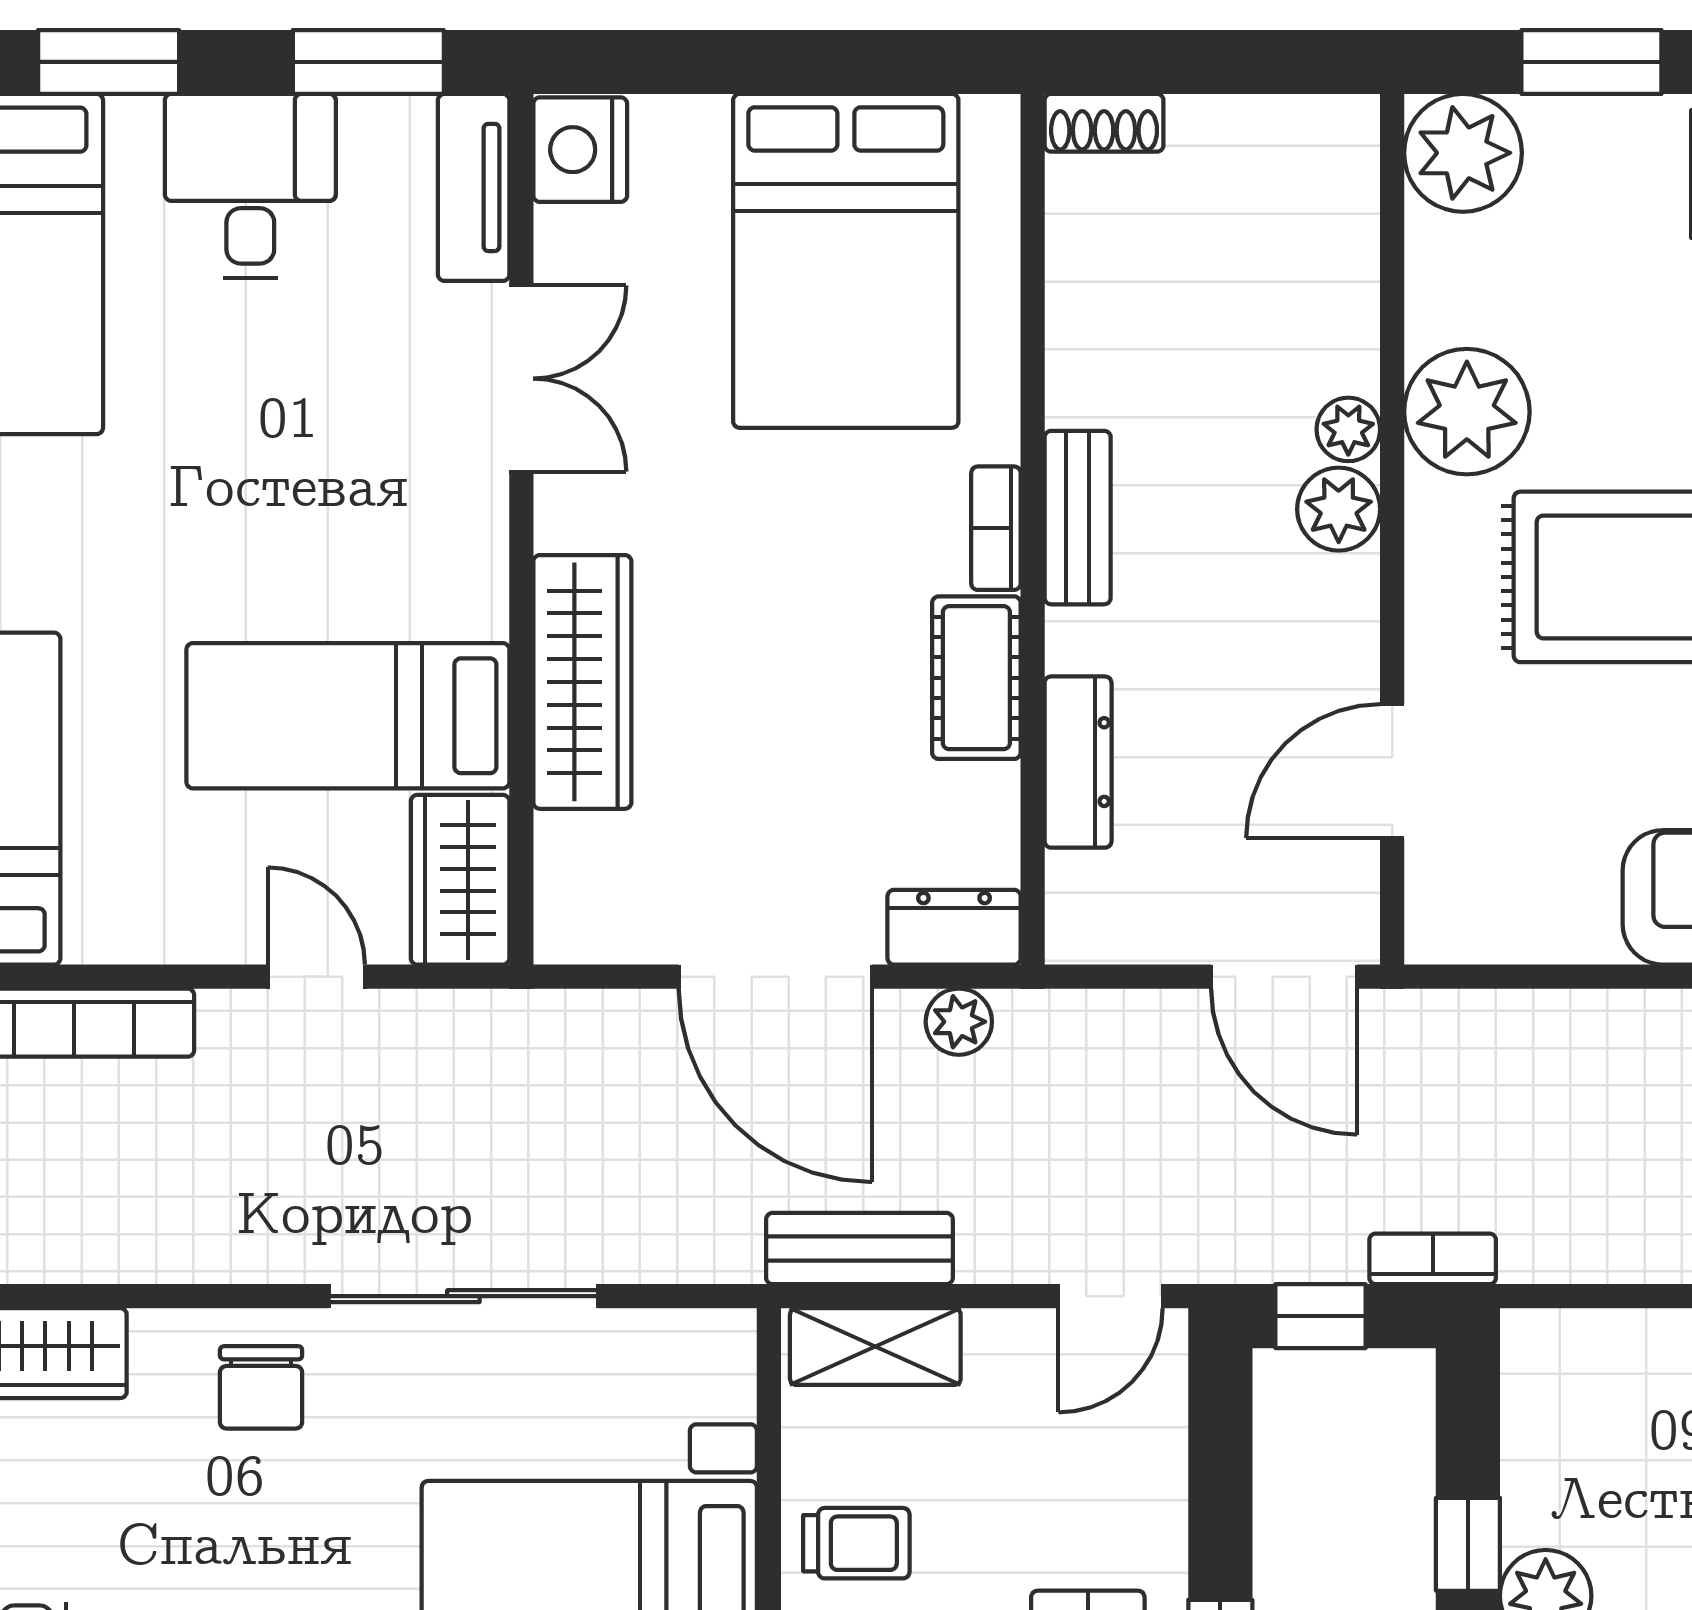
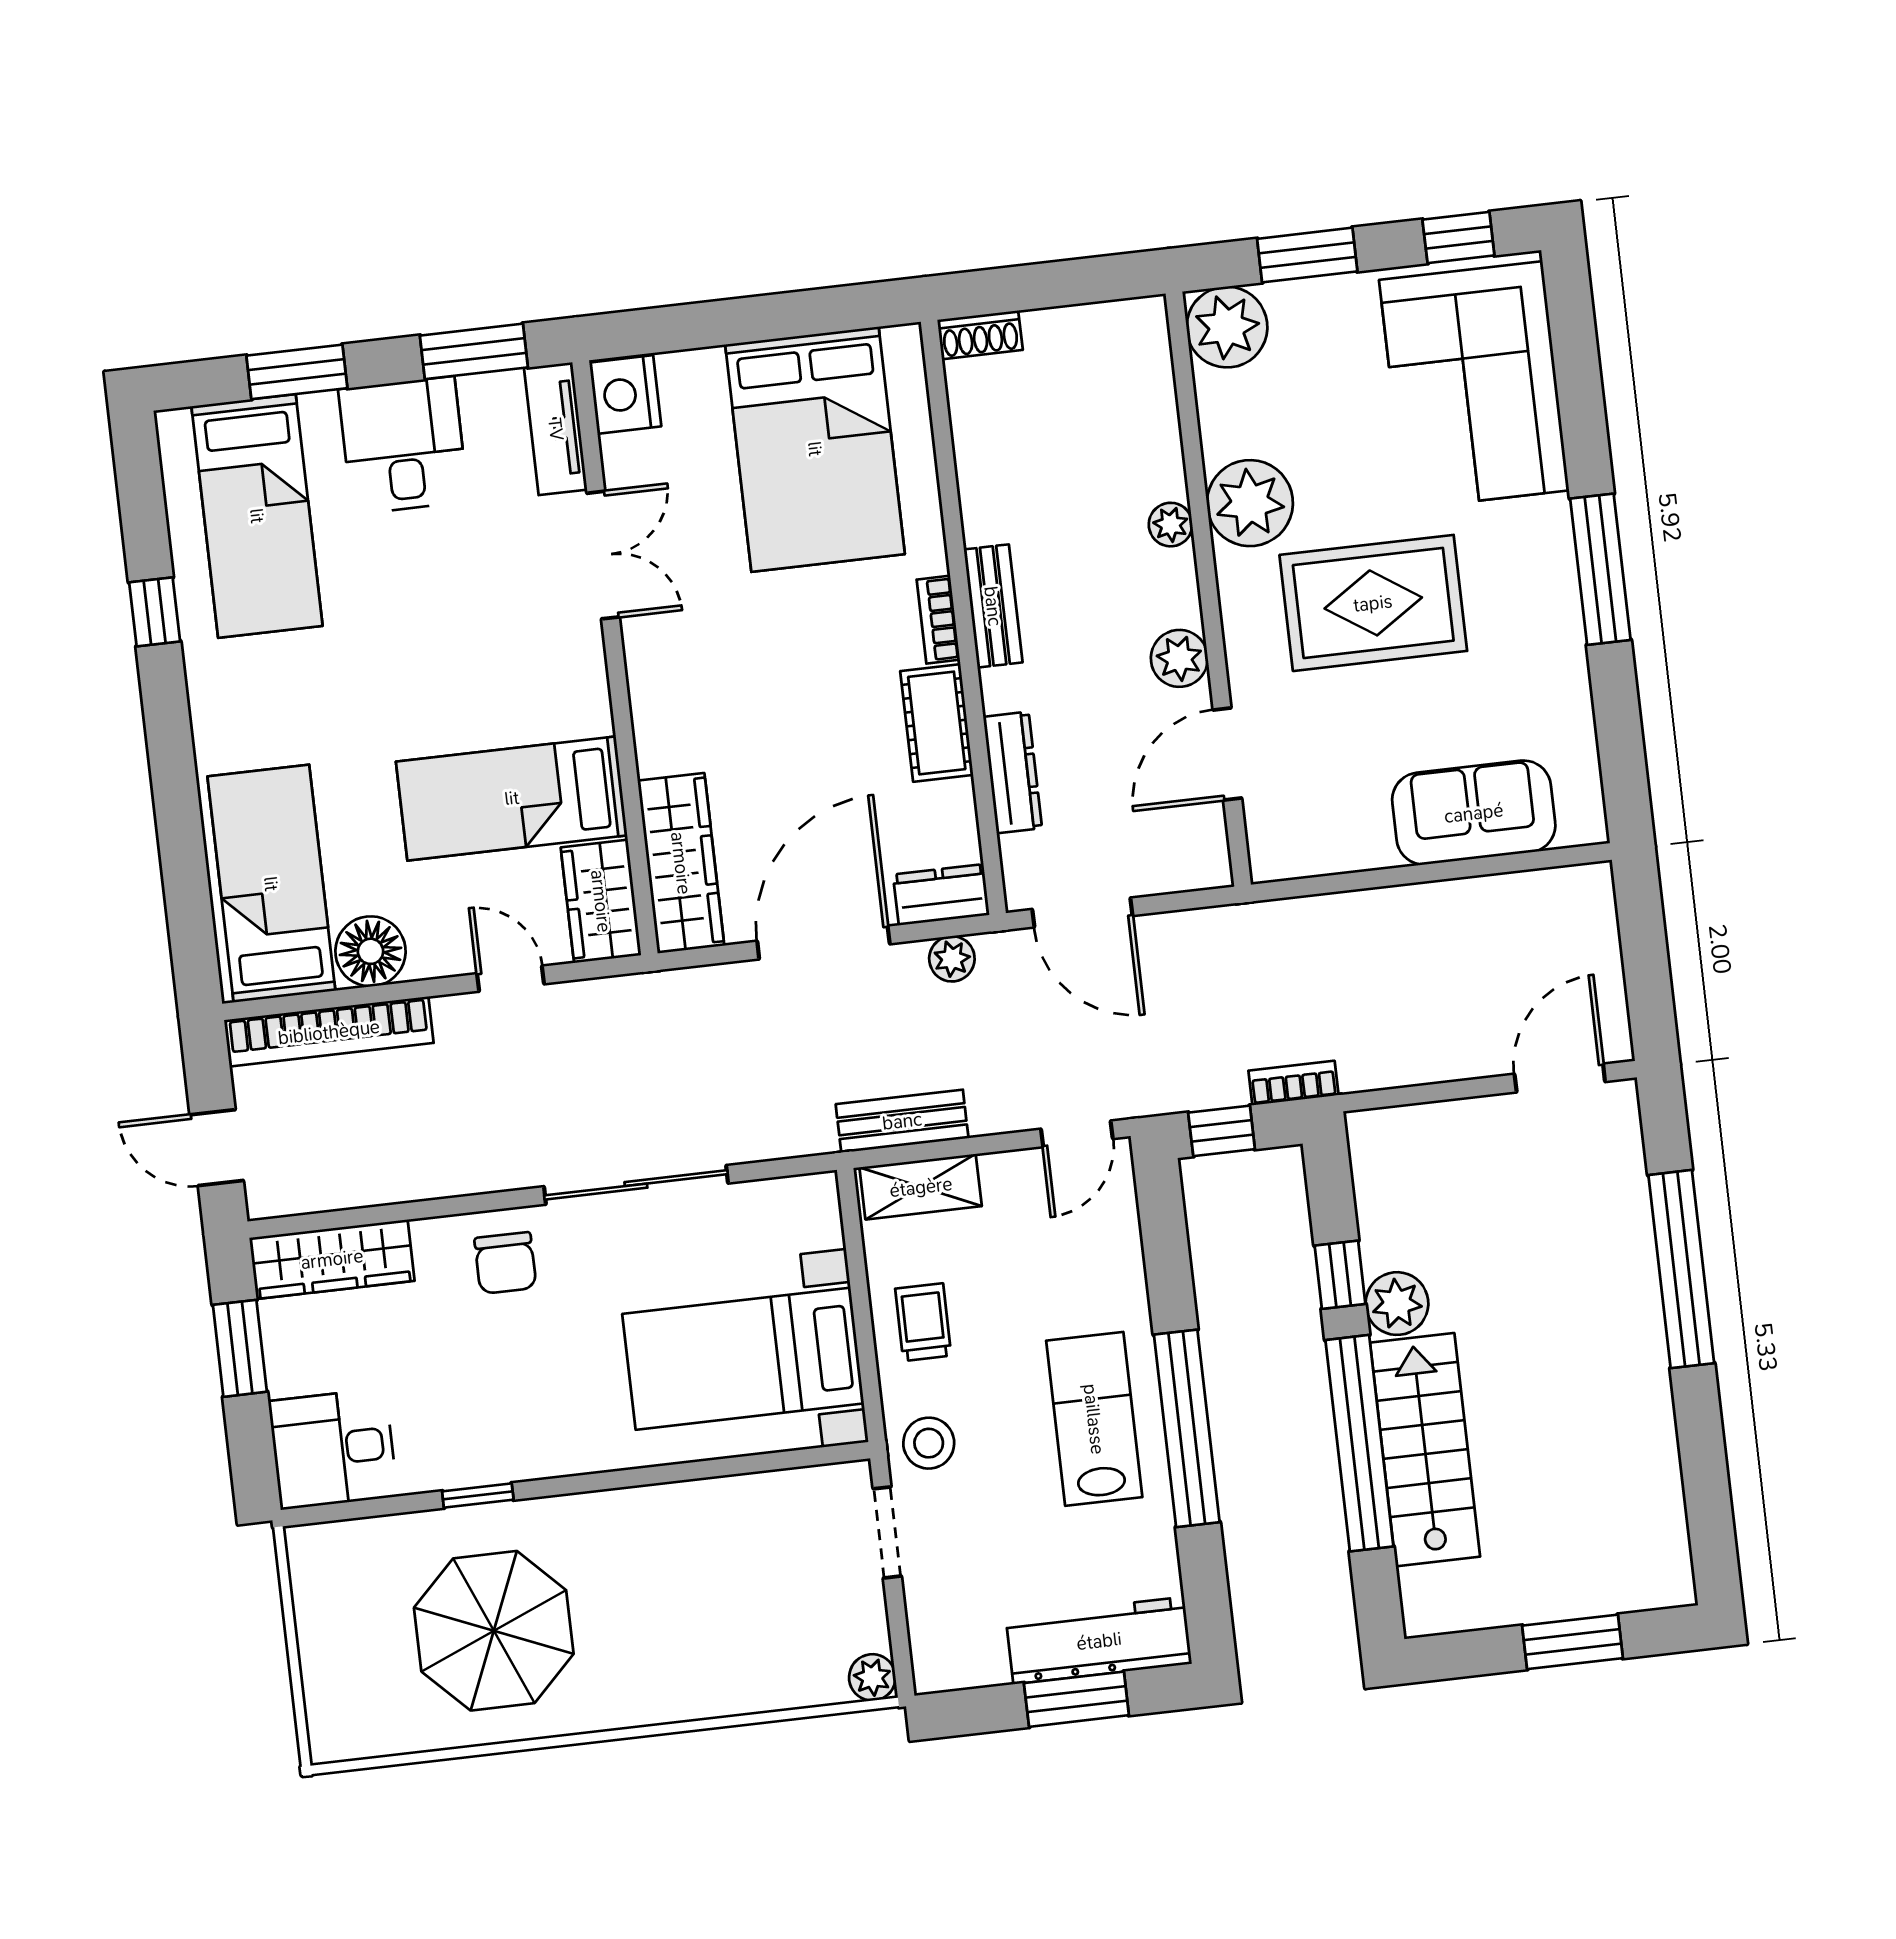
plant: (1339, 509) -> (1179, 658), moved
wardrobe: (582, 682) -> (681, 863), moved
floor lamp: (118, 914) -> (370, 951), added
door: (775, 977) -> (823, 943), swing flipped
door: (1284, 977) -> (1082, 913), moved
trolley: (856, 1543) -> (923, 1322), turned -90

